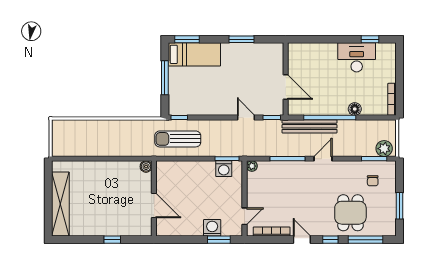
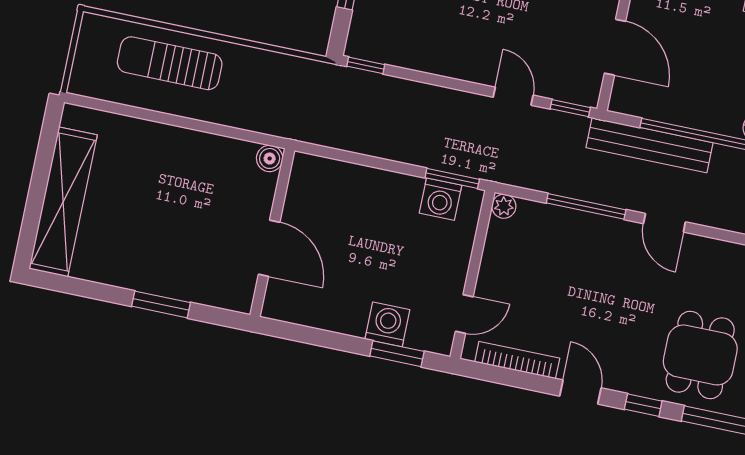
sun lounger: (178, 139) -> (170, 63), moved
door: (323, 159) -> (664, 223), swing flipped
window: (112, 240) -> (161, 304), width x1.50

